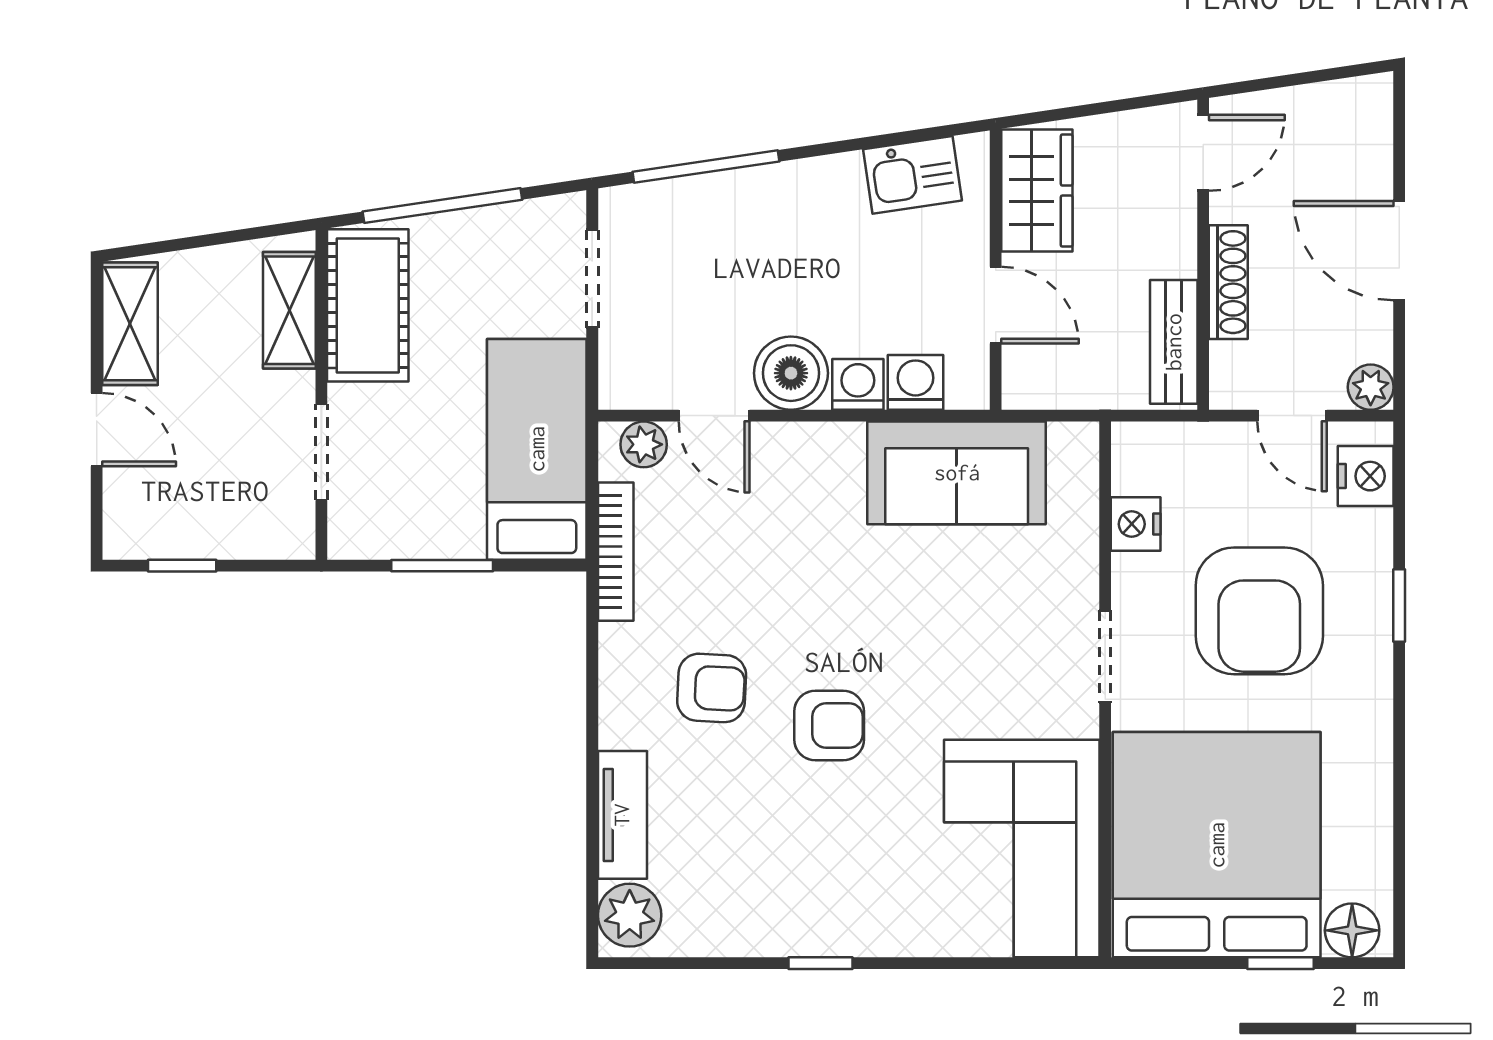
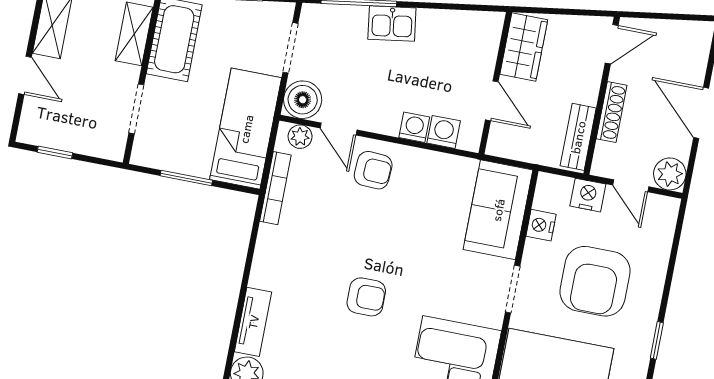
kitchen sink: (912, 175) -> (392, 24), moved
boiler: (791, 373) -> (303, 100), moved
plant: (1371, 387) -> (670, 174), width x1.38, depth x1.38
sofa: (957, 473) -> (498, 210), moved, turned 90
nightstand: (1366, 476) -> (588, 195), moved, turned -90
window: (1399, 605) -> (657, 340), moved
armchair: (712, 688) -> (373, 170), moved

